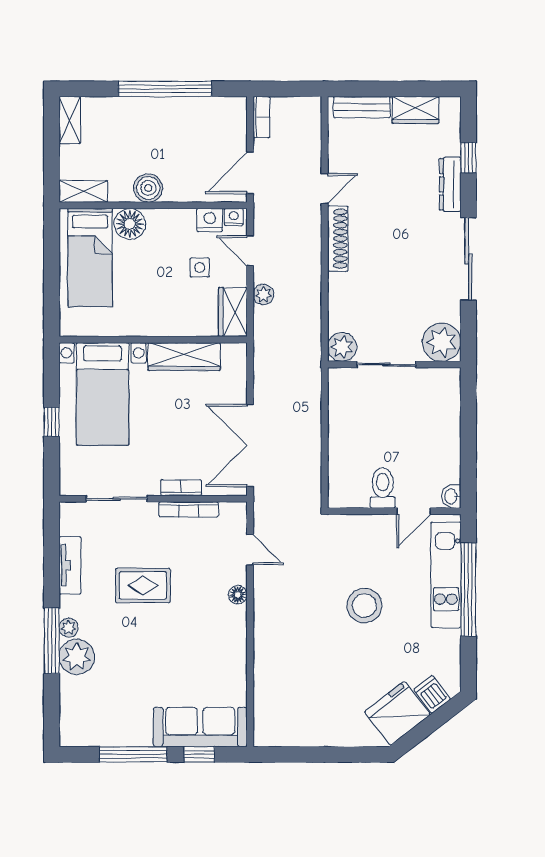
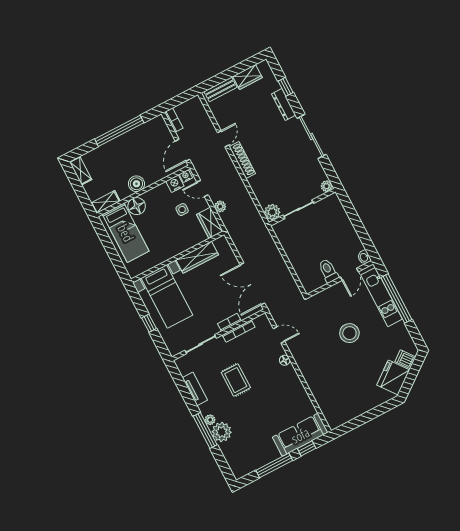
plant: (442, 342) -> (327, 186), width x0.53, depth x0.53
rug: (143, 586) -> (236, 380), turned 90

